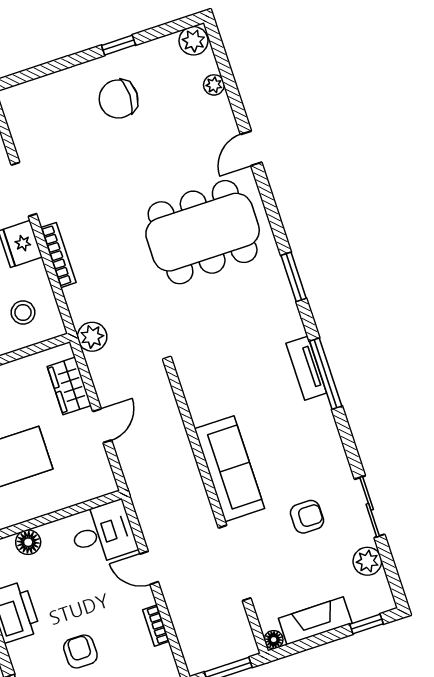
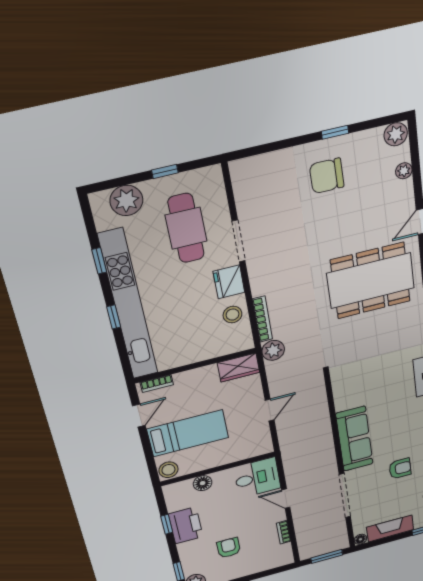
bookcase: (58, 255) -> (262, 319), moved
stool: (23, 312) -> (232, 315), moved
wardrobe: (69, 386) -> (238, 368), moved, turned -90

